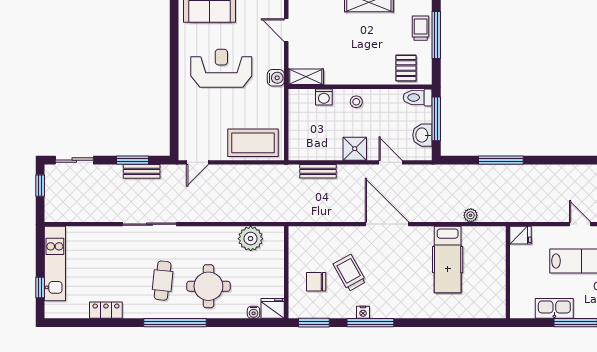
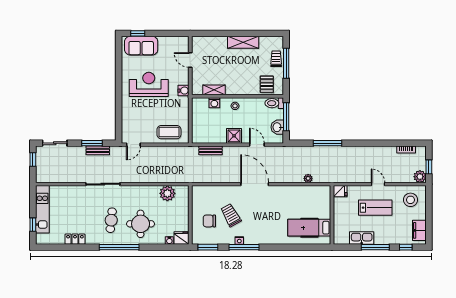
shelving: (306, 77) -> (214, 90), moved
coffee table: (253, 143) -> (169, 132), width x0.73, depth x0.76
hospital bed: (448, 260) -> (309, 228), moved, turned 90

